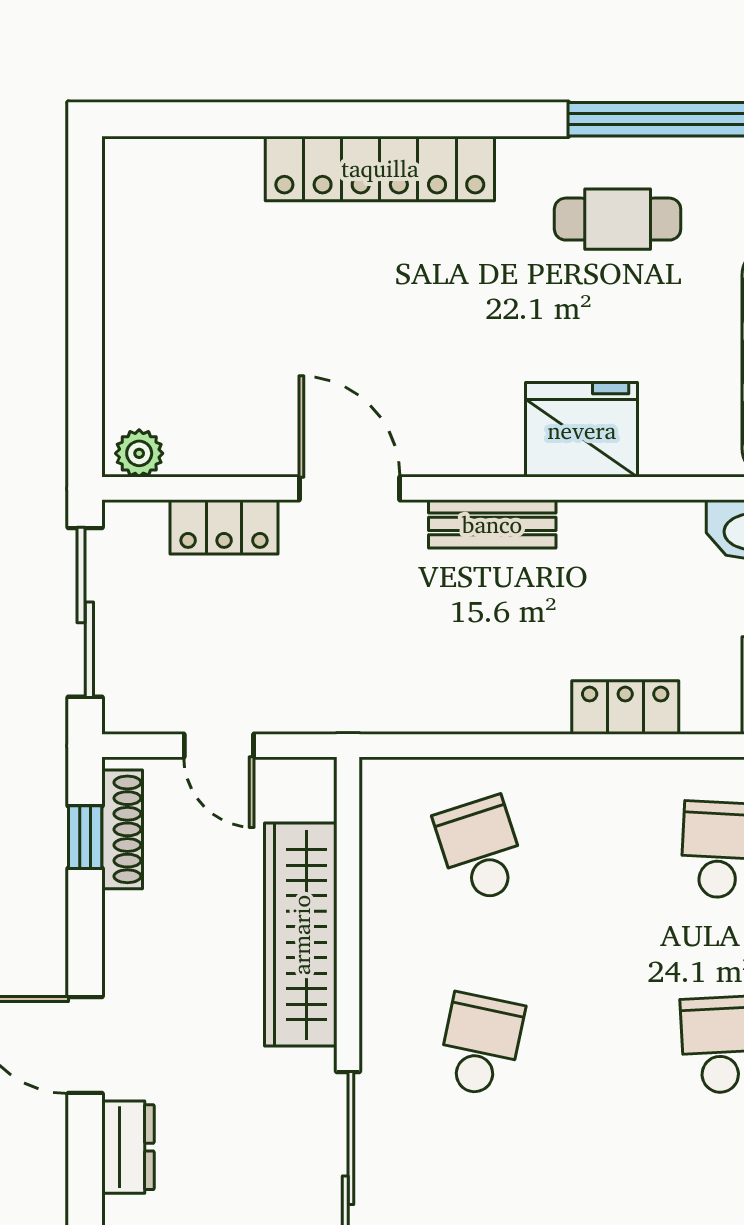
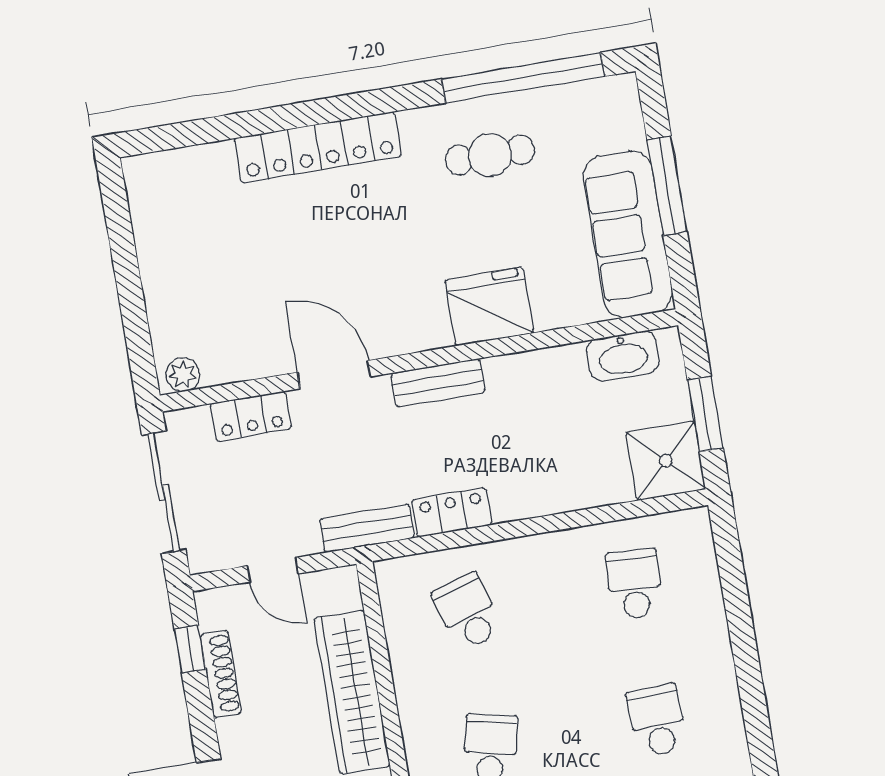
locker: (625, 707) -> (452, 512), moved
bench: (359, 710) -> (367, 528), added
shoe rack: (122, 829) -> (221, 674), moved

